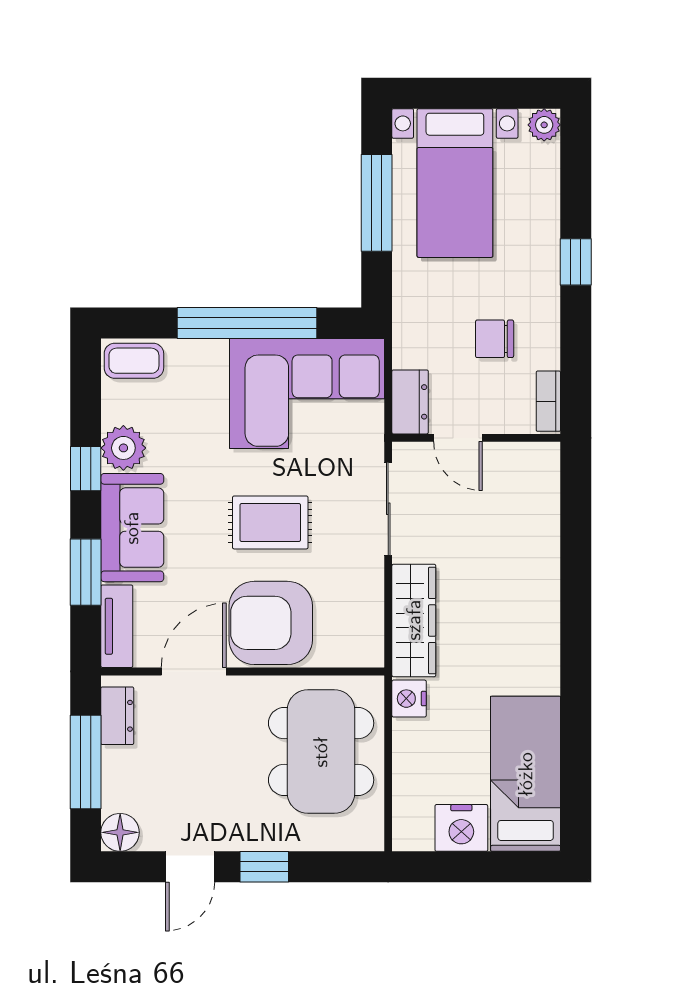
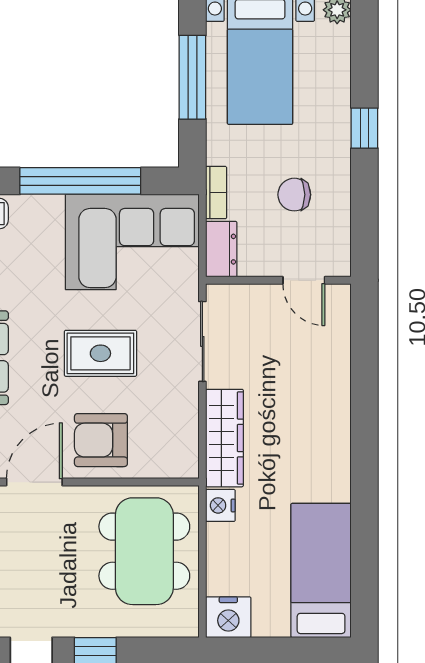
bookcase: (548, 401) -> (216, 193), moved, turned 180
door: (458, 438) -> (304, 280), moved
armchair: (271, 623) -> (101, 440), width x0.73, depth x0.73
nightstand: (461, 828) -> (228, 617), moved

